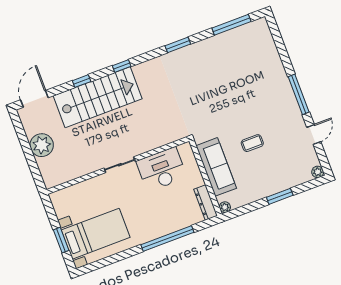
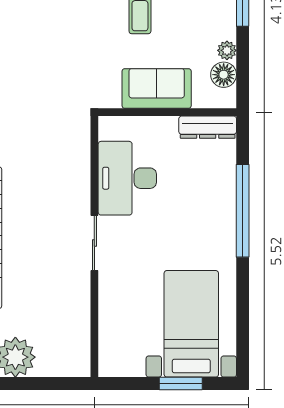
sofa: (216, 167) -> (157, 88), width x0.73
floor lamp: (237, 200) -> (224, 75), added
plant: (225, 207) -> (227, 50), moved

